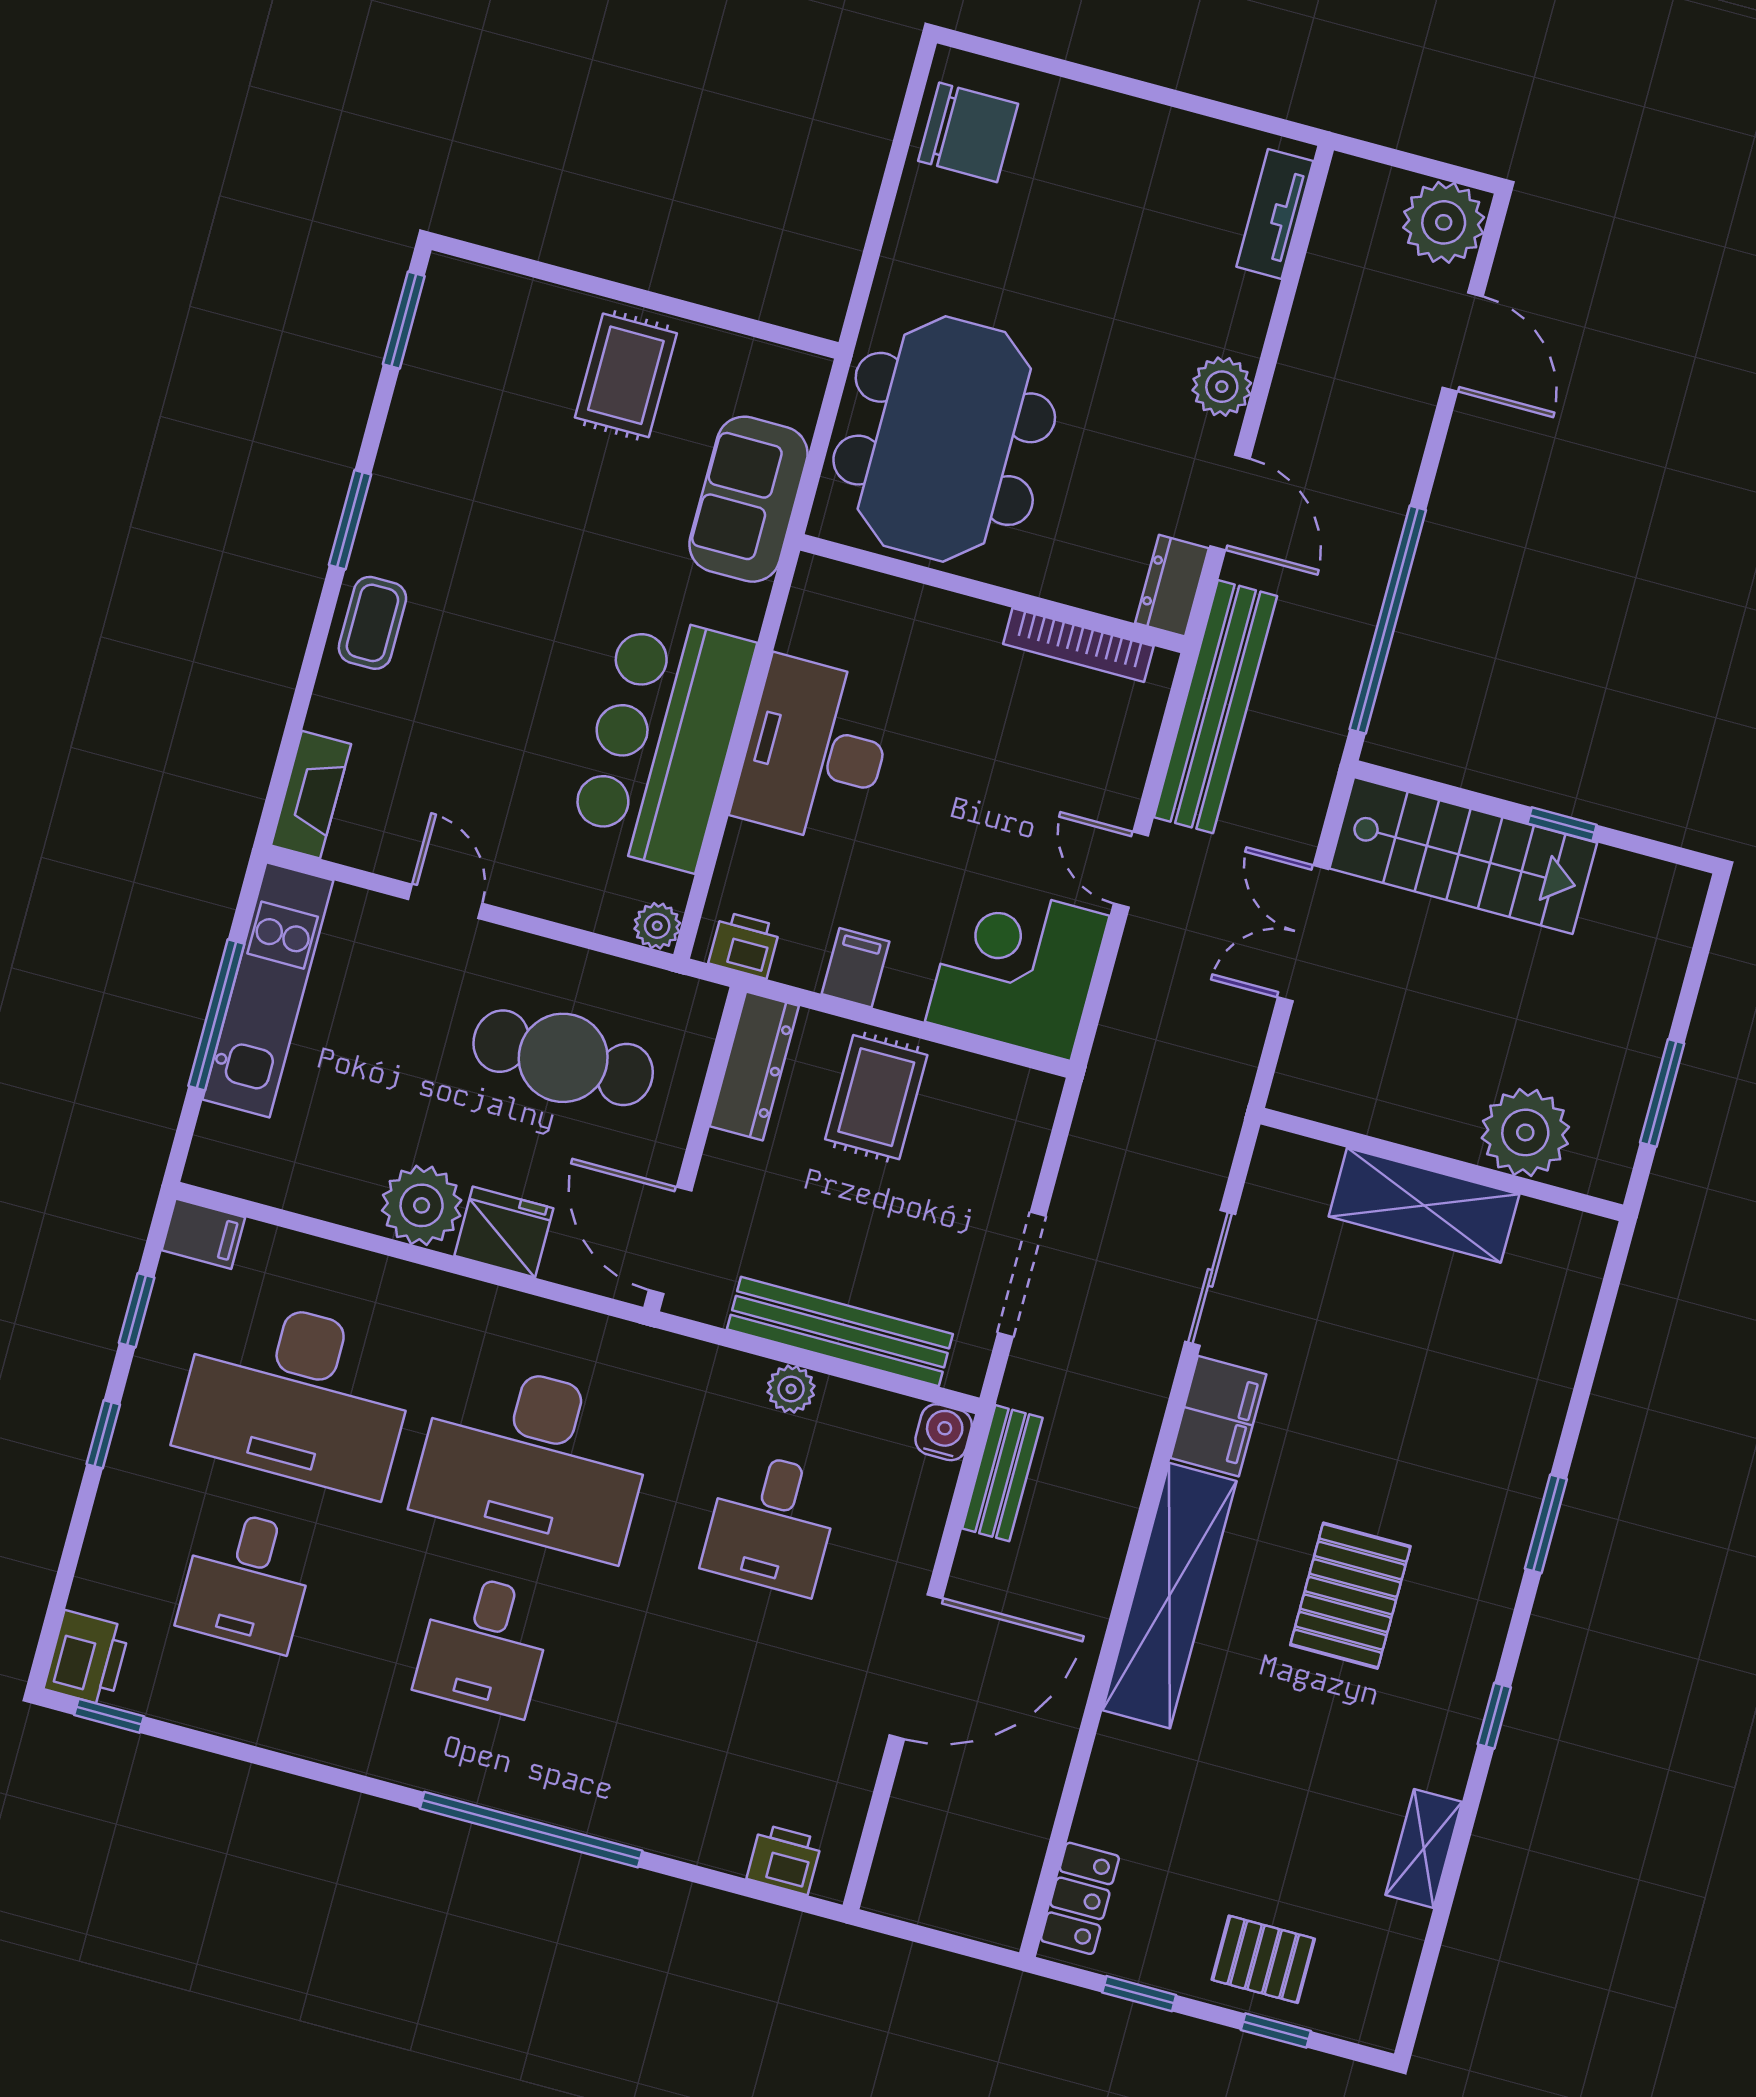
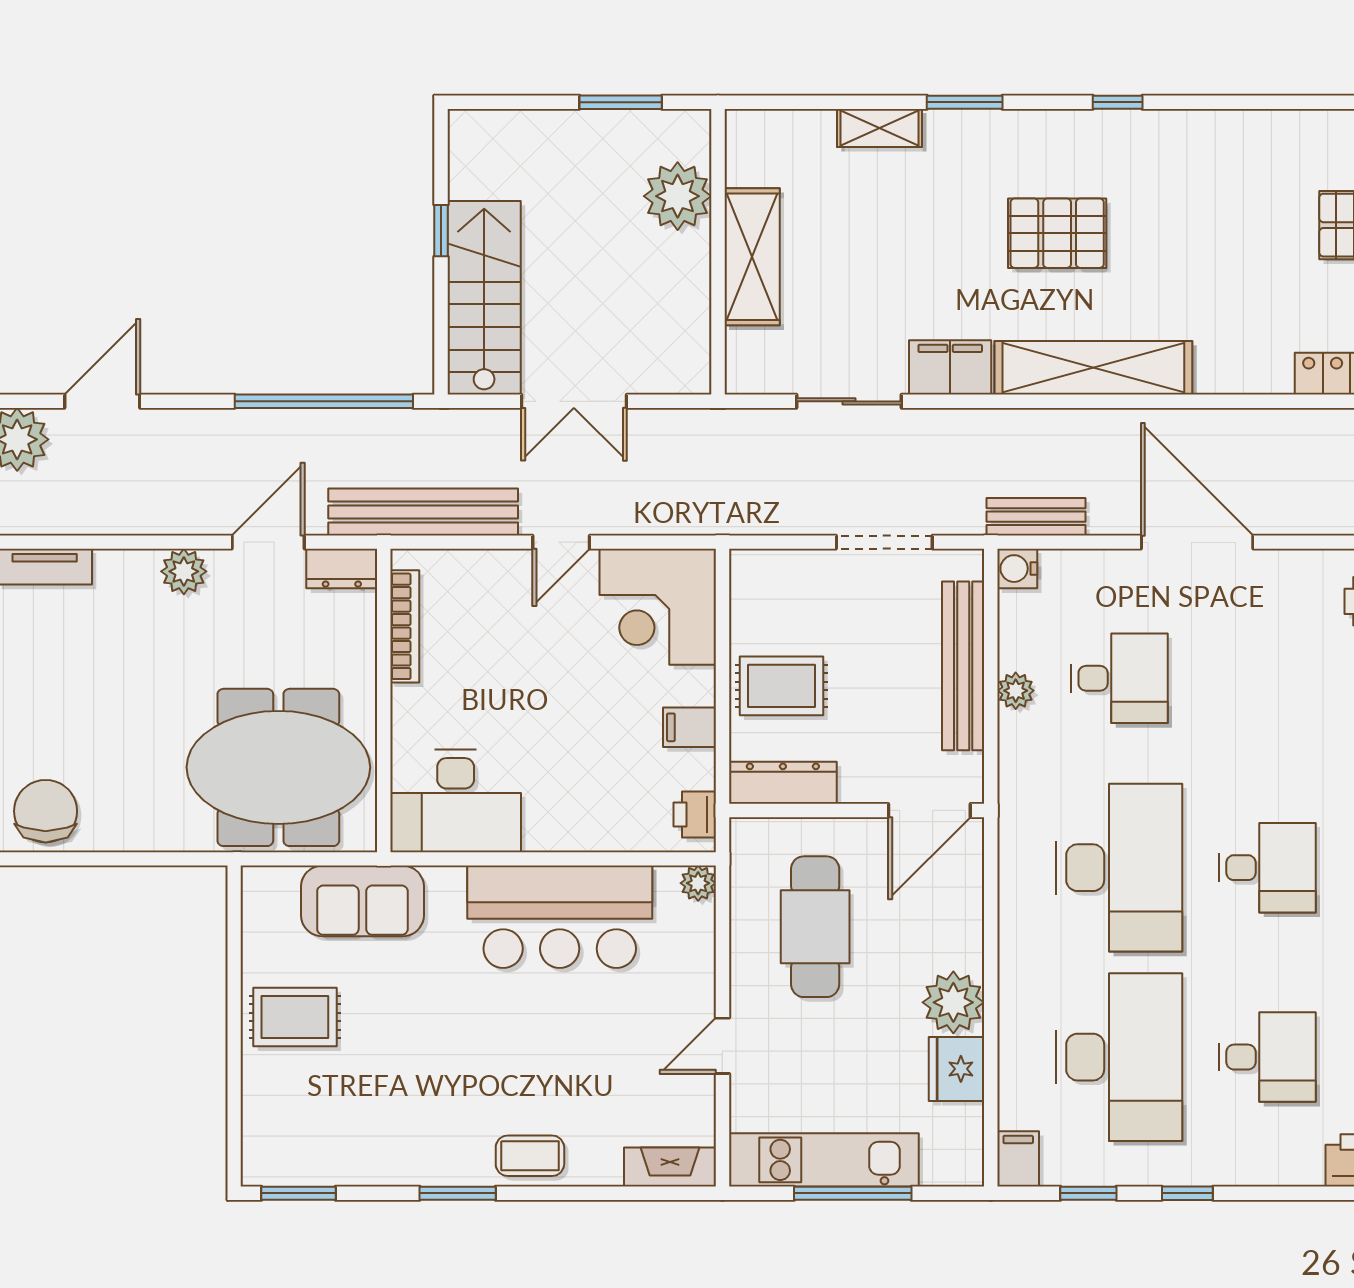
desk: (815, 751) -> (456, 801), moved
fridge: (504, 1232) -> (957, 1069), moved
shelving: (1424, 1848) -> (880, 128), moved

